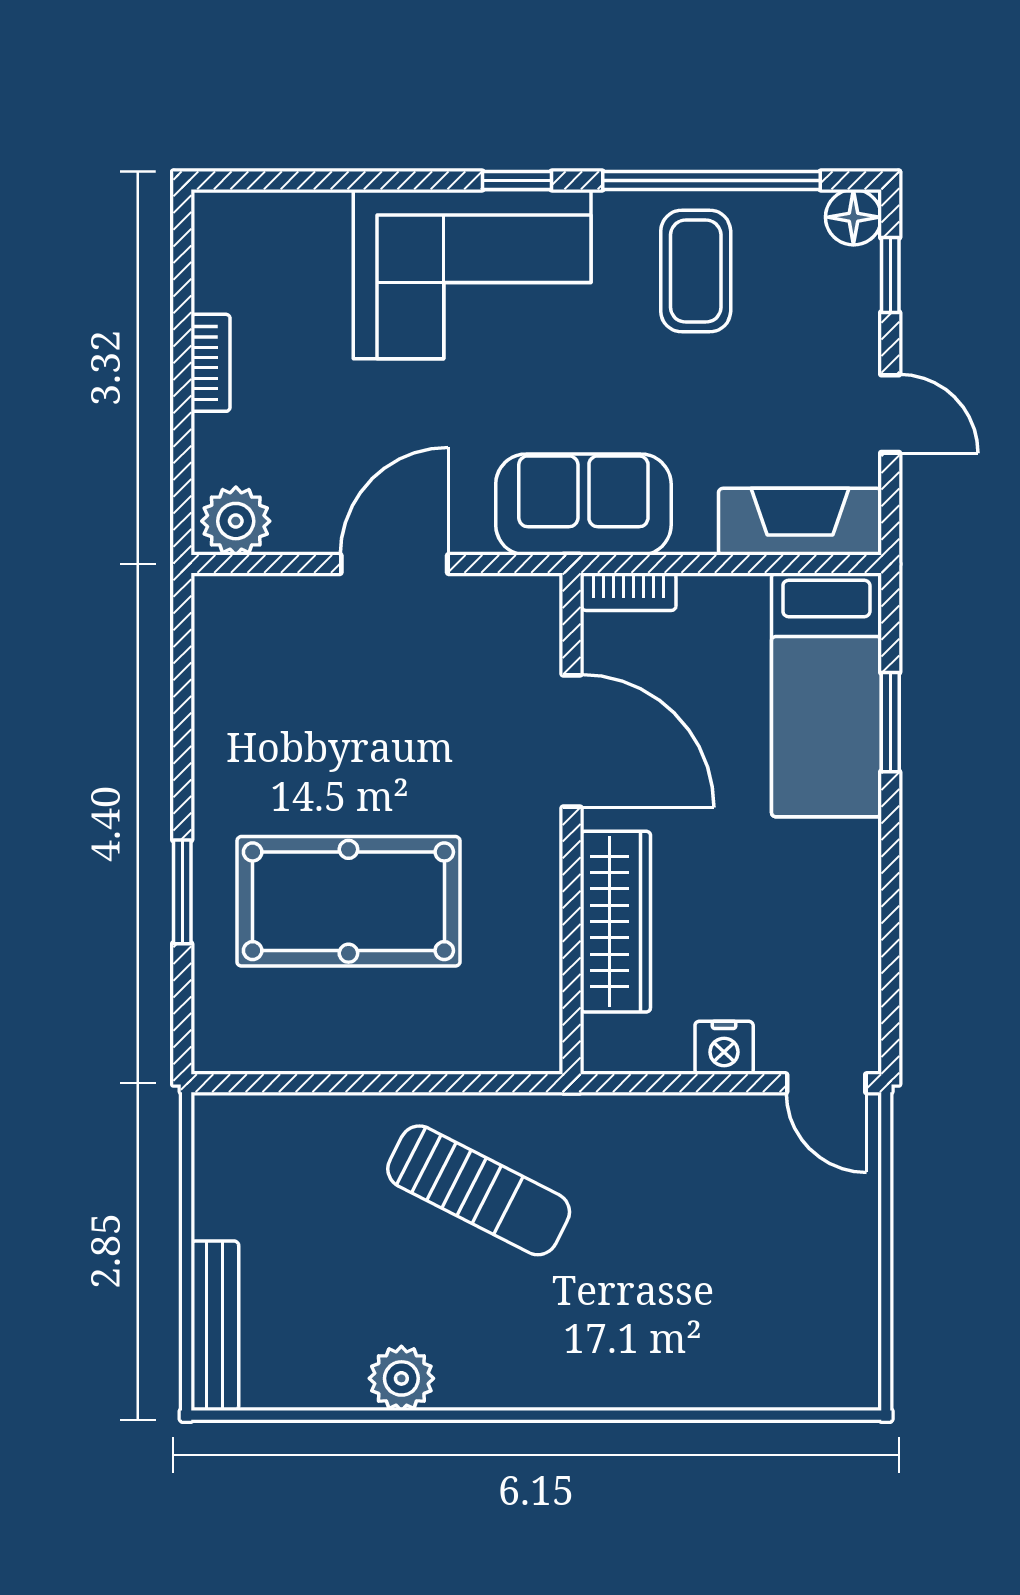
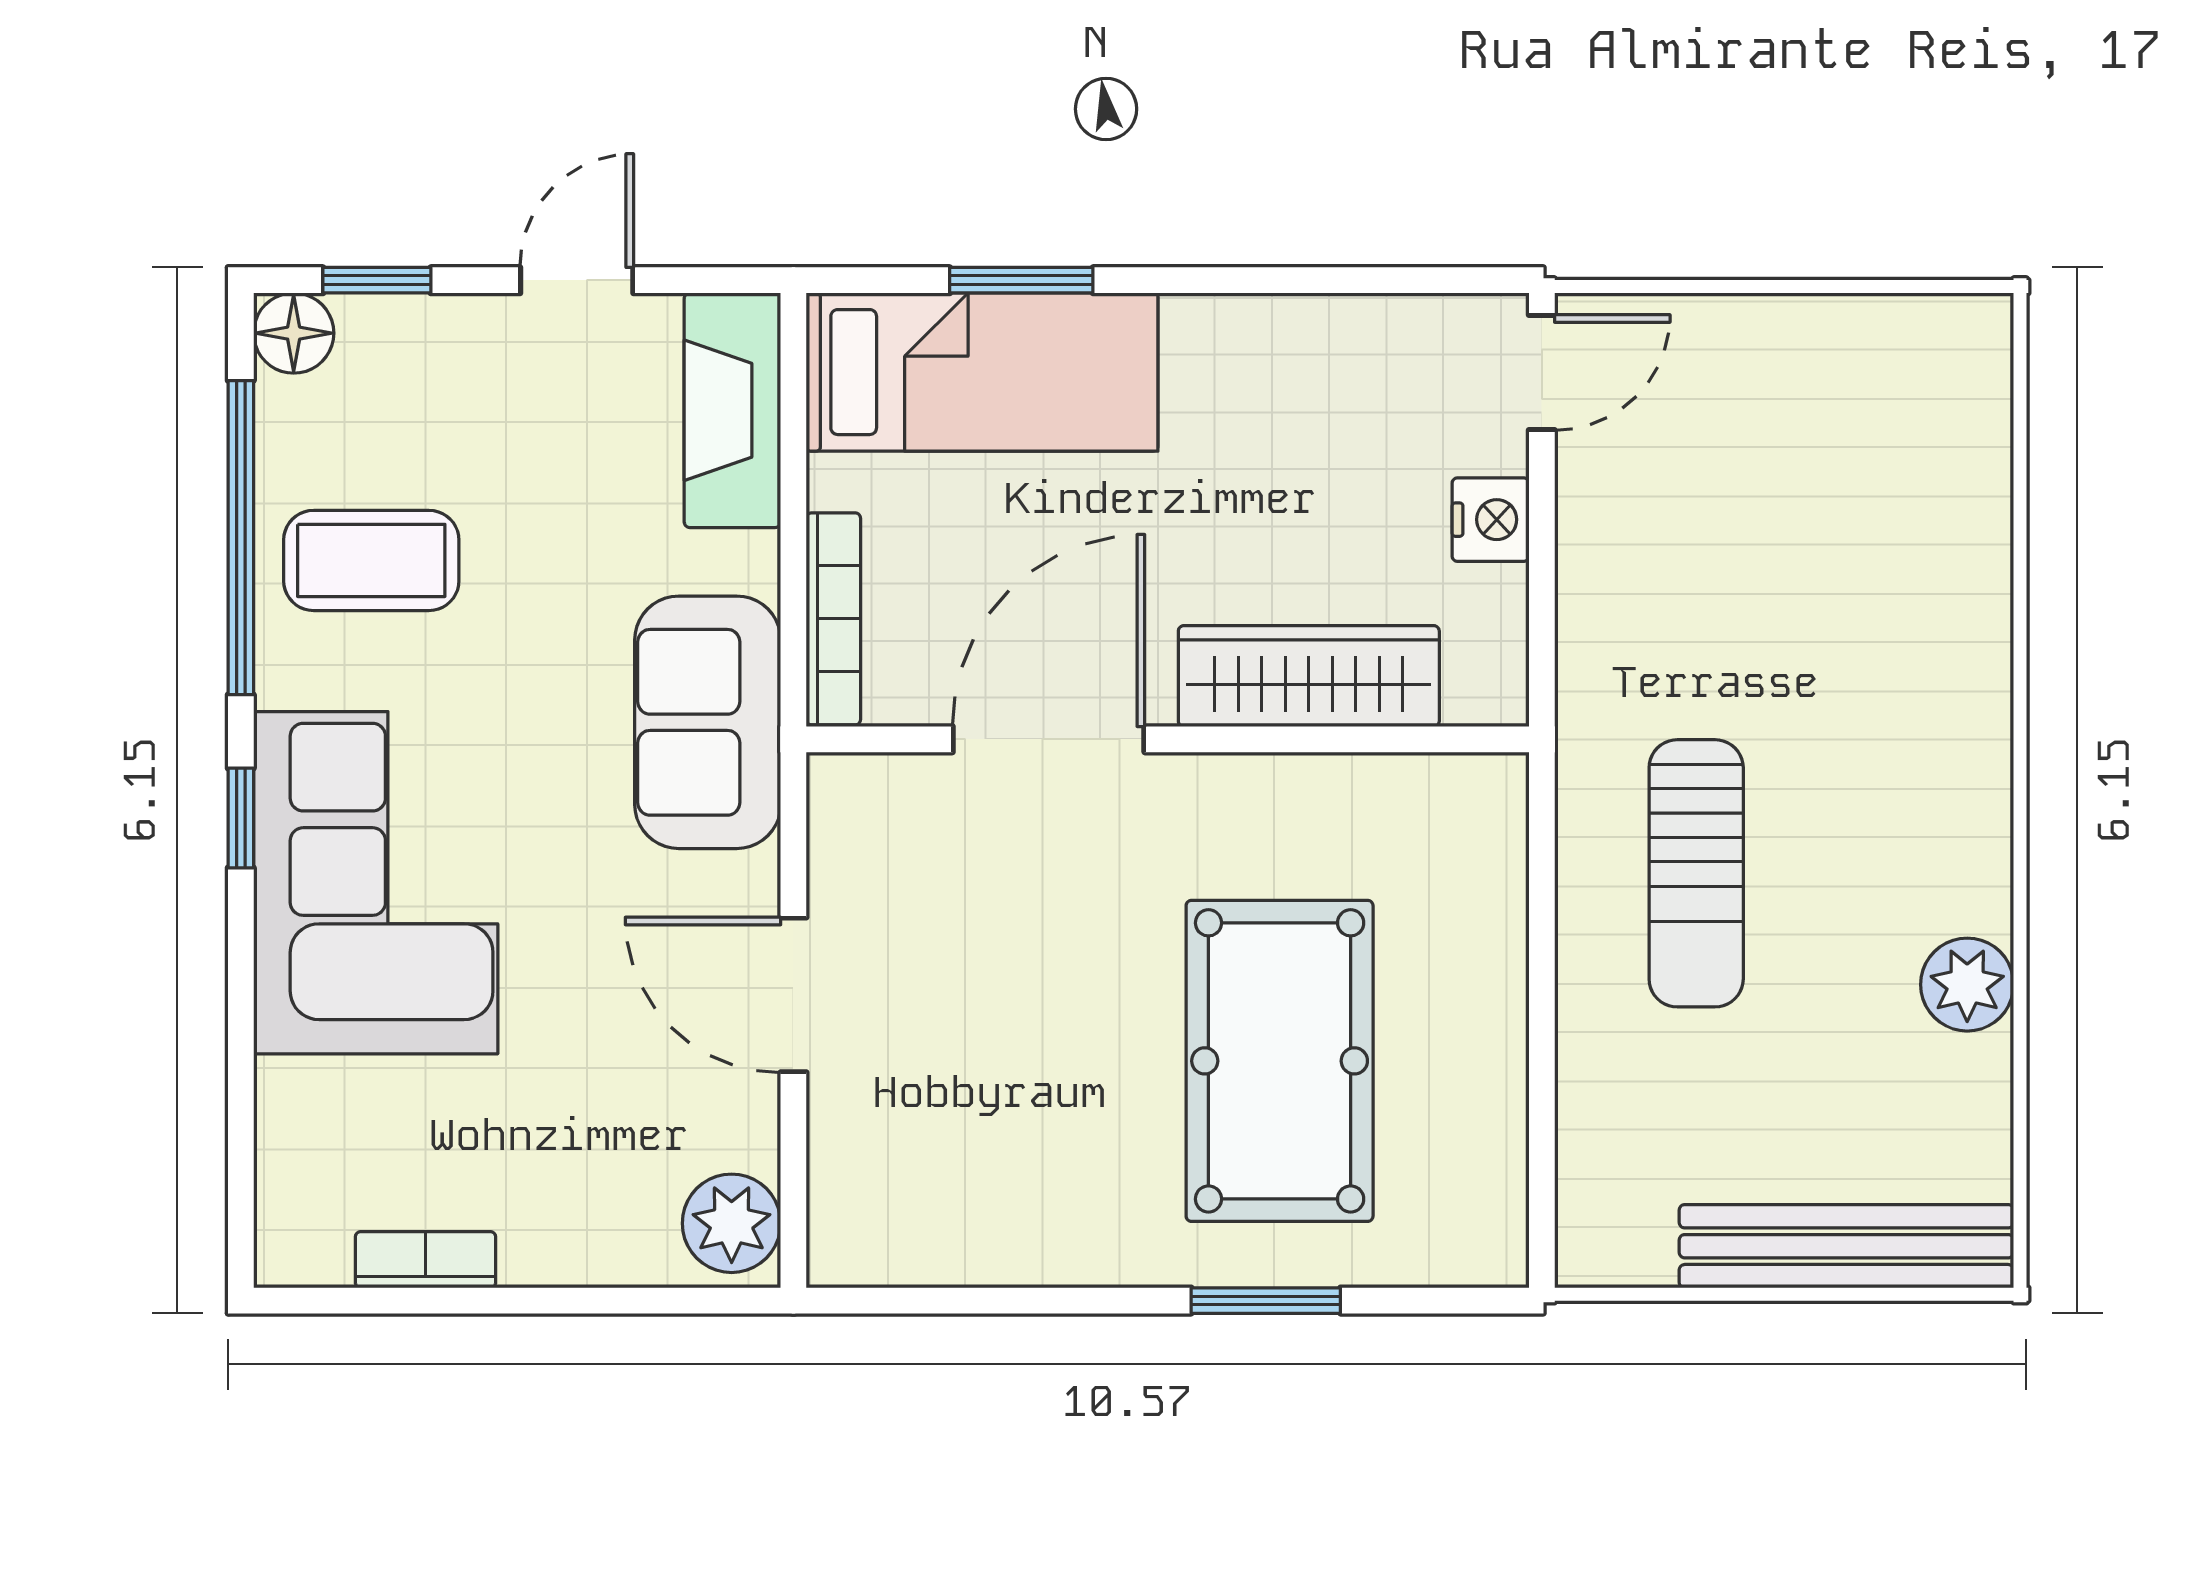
bookcase: (210, 363) -> (426, 1260), moved
bookcase: (629, 592) -> (833, 619), width x1.56
sun lounger: (479, 1190) -> (1696, 873), turned 153
bench: (215, 1326) -> (1846, 1246), width x1.37, depth x1.21

